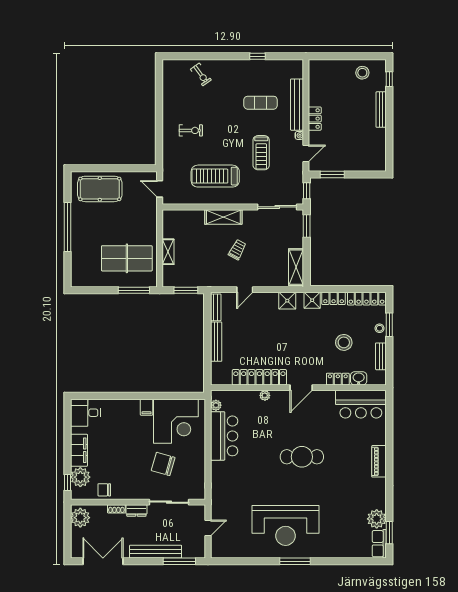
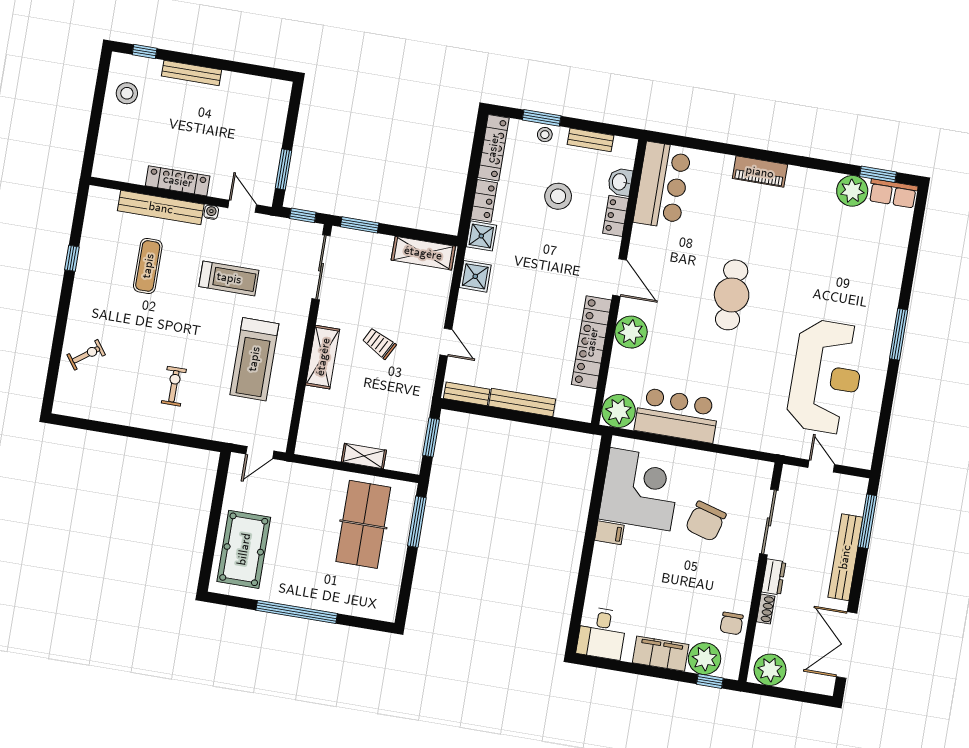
locker: (315, 119) -> (178, 181), width x1.53
plant: (265, 395) -> (631, 332), width x1.88, depth x1.88
plant: (216, 405) -> (619, 411), width x1.87, depth x1.87
reception desk: (286, 525) -> (826, 377), moved

